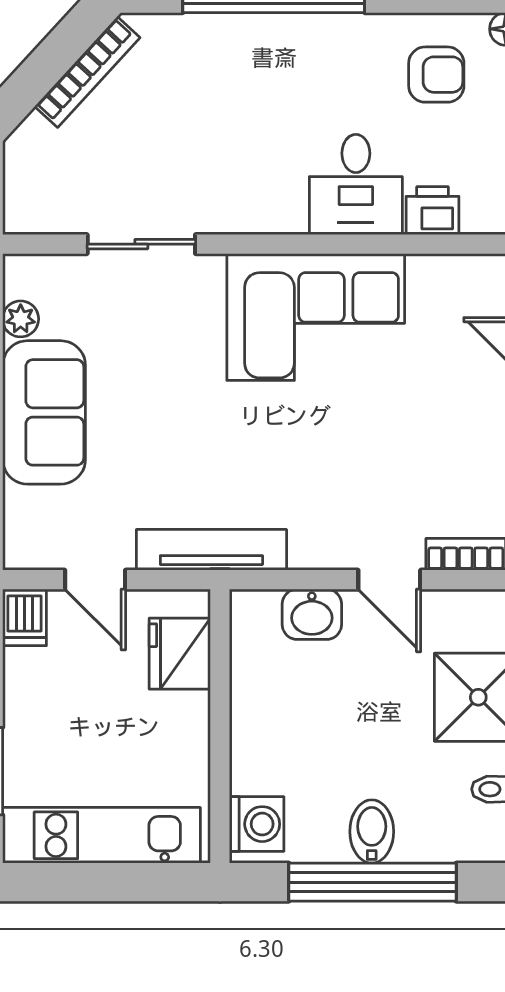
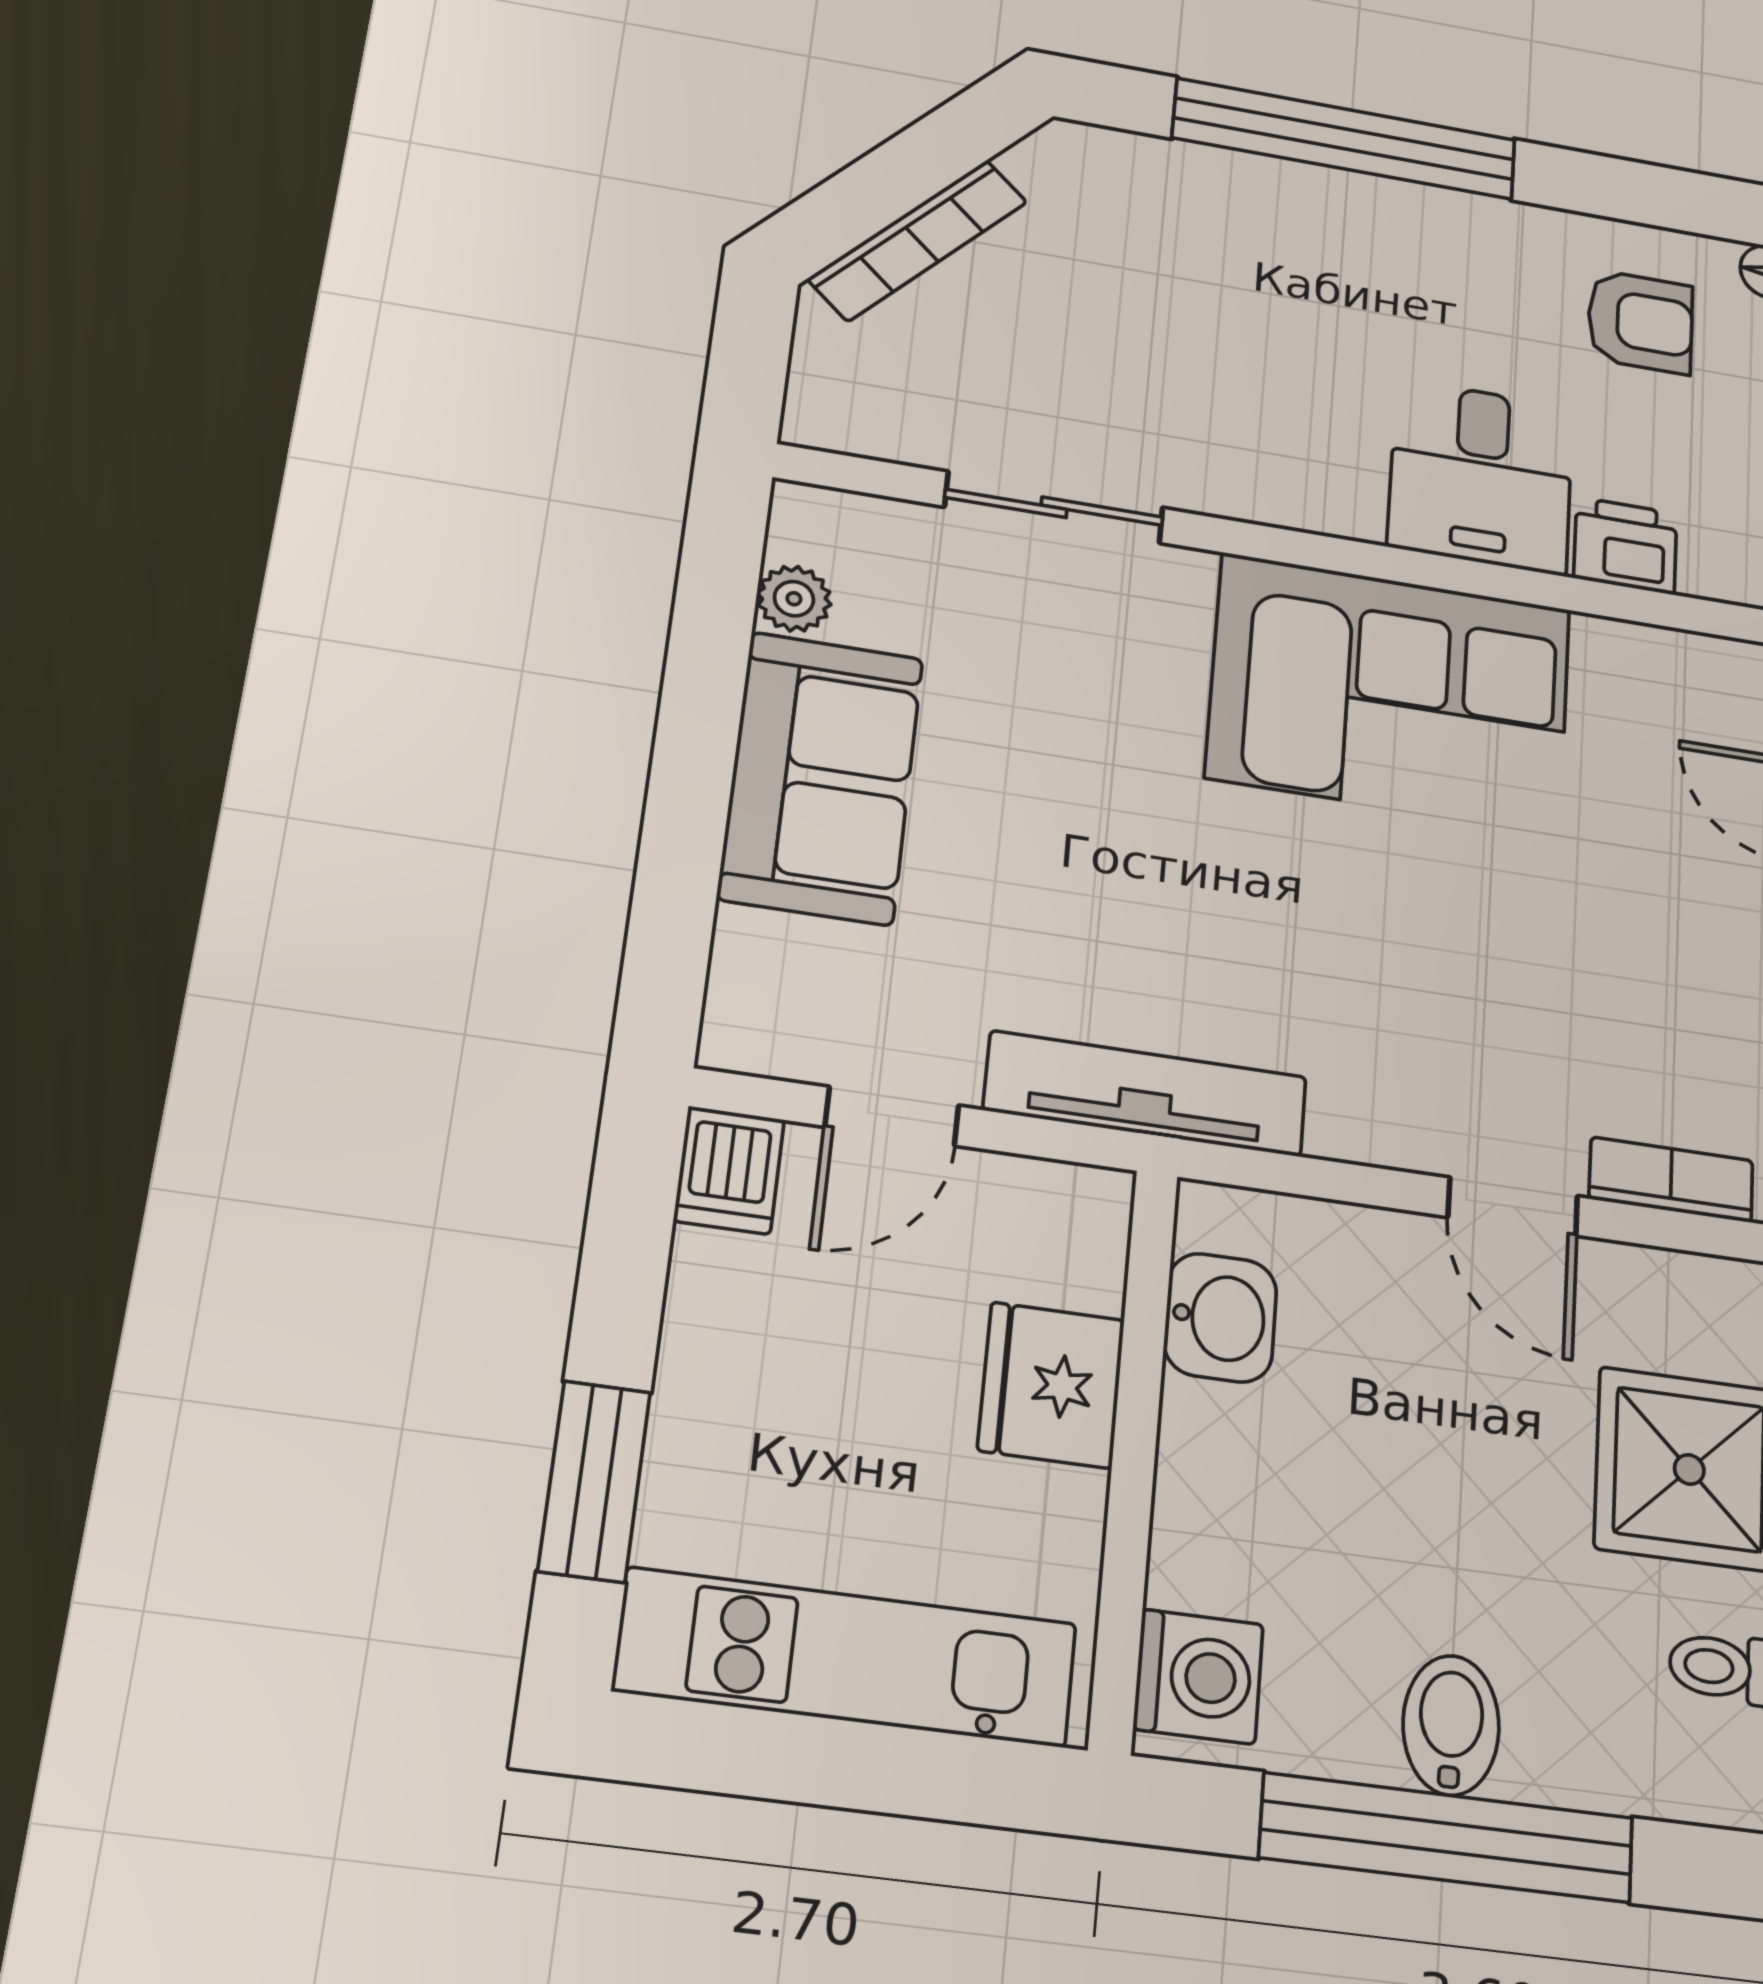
bookcase: (87, 72) -> (918, 240), moved
door: (95, 580) -> (892, 1116), hinge flipped
washbasin: (312, 614) -> (1220, 1318), moved, turned -90
fridge: (180, 654) -> (1051, 1385), moved

